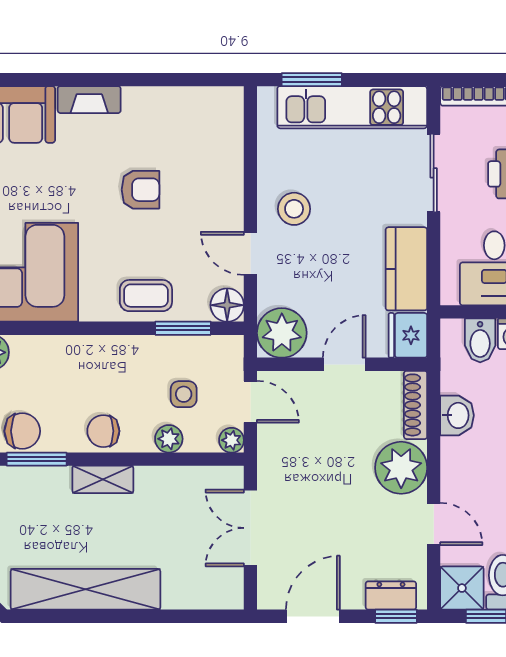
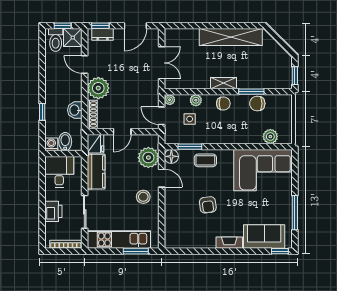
armchair: (140, 190) -> (208, 205), turned -97
plant: (282, 333) -> (148, 158), moved

